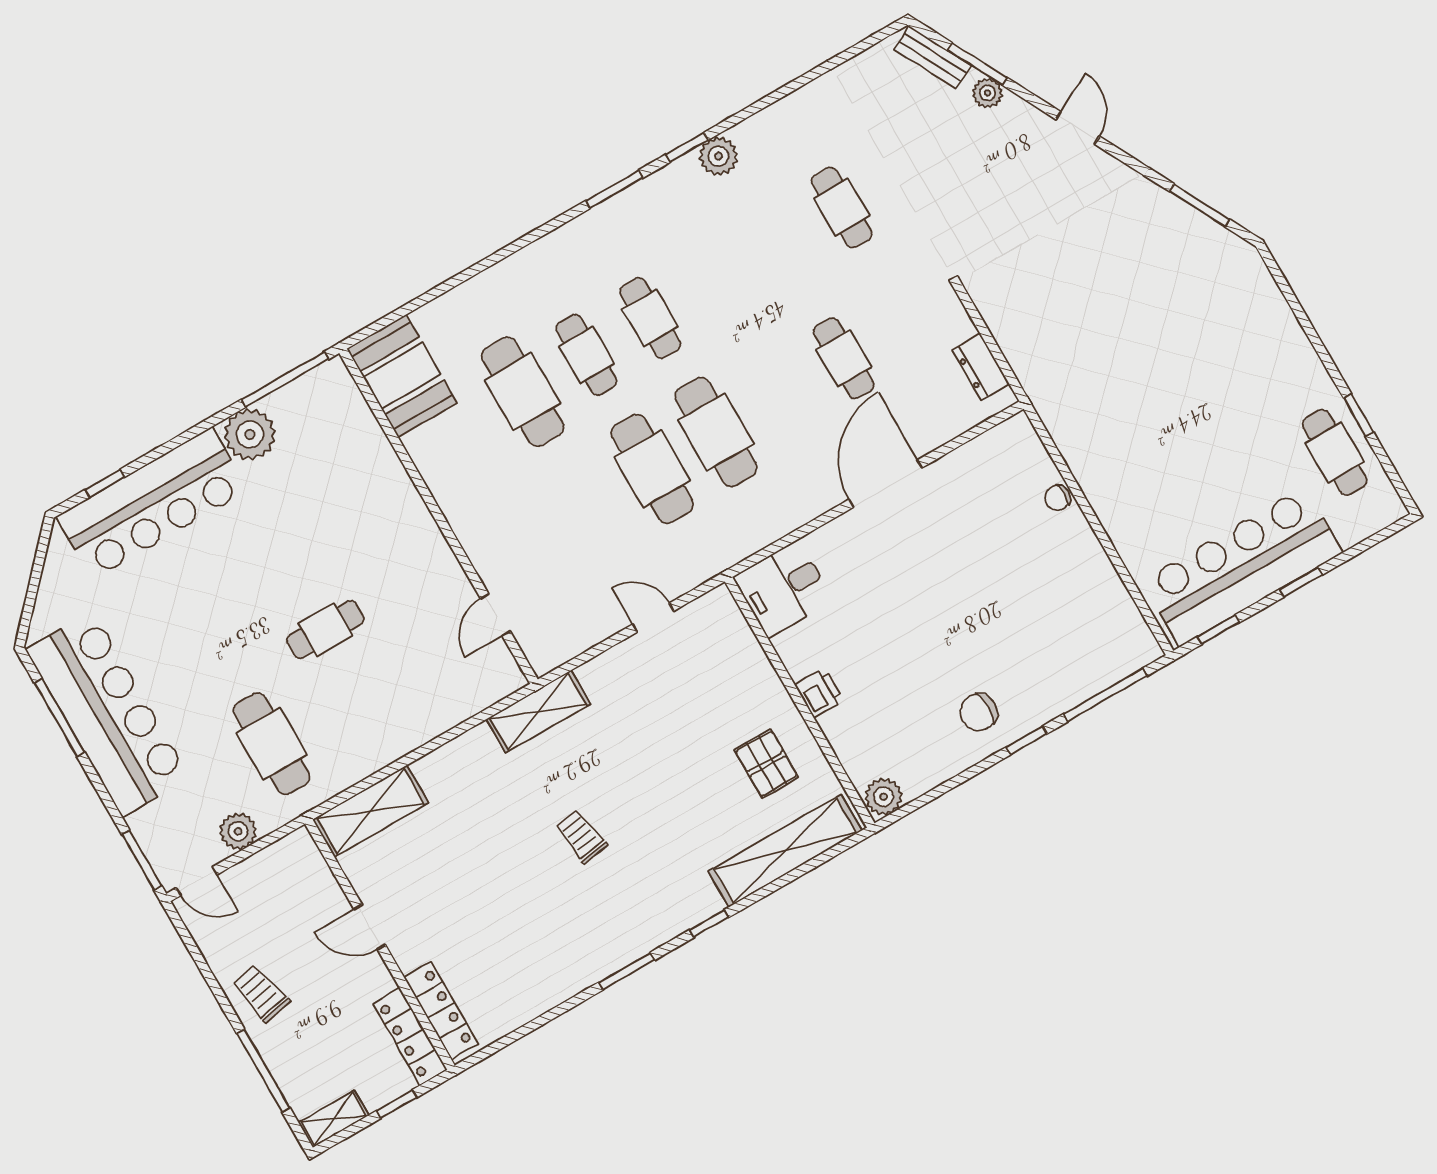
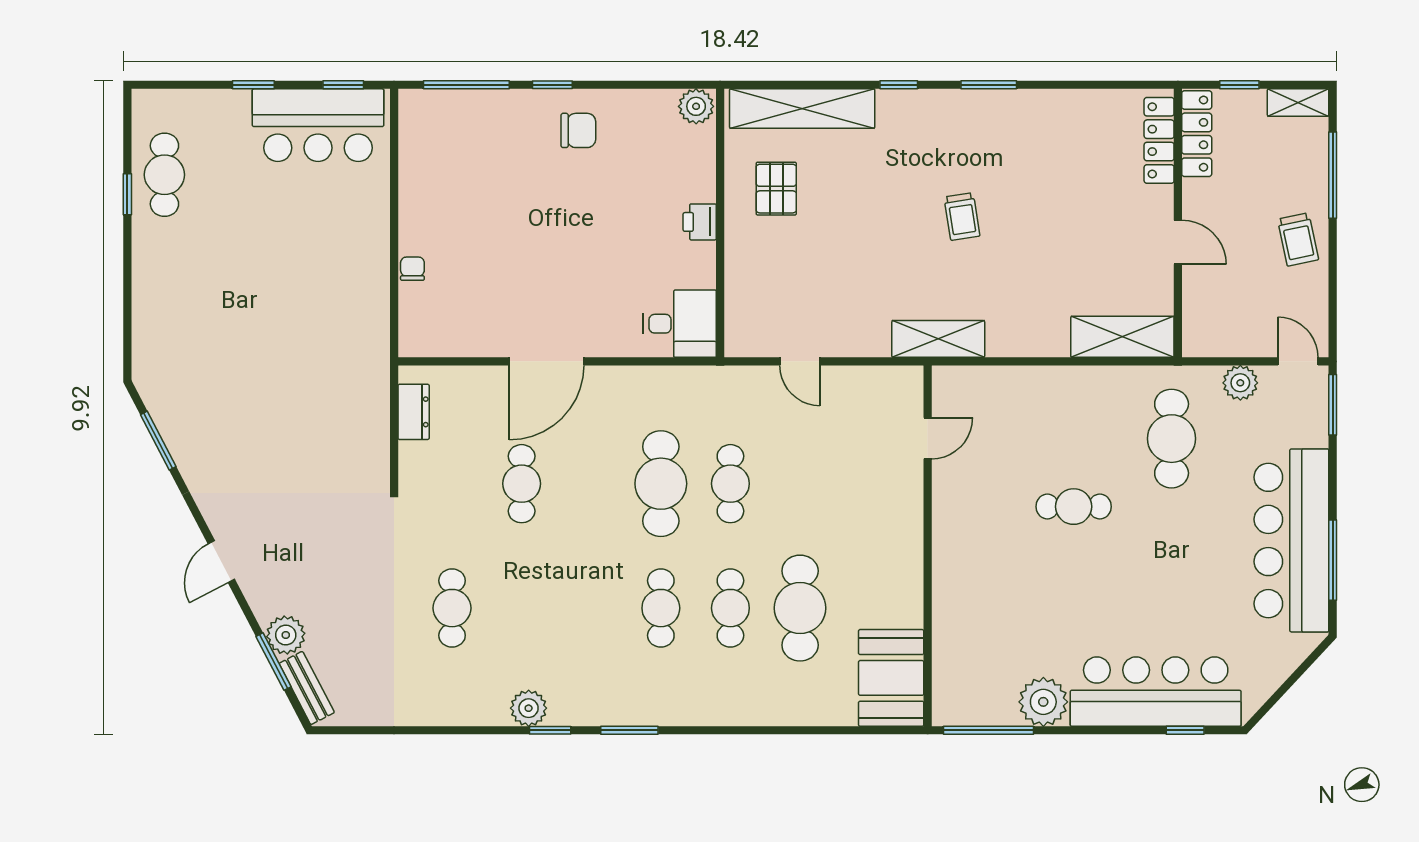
plant: (987, 93) -> (286, 635), width x1.38, depth x1.38
cafe table: (652, 469) -> (730, 484), width x0.73, depth x0.74
chair: (1058, 498) -> (412, 269), turned -90
bar counter: (1242, 567) -> (318, 125), width x0.73

